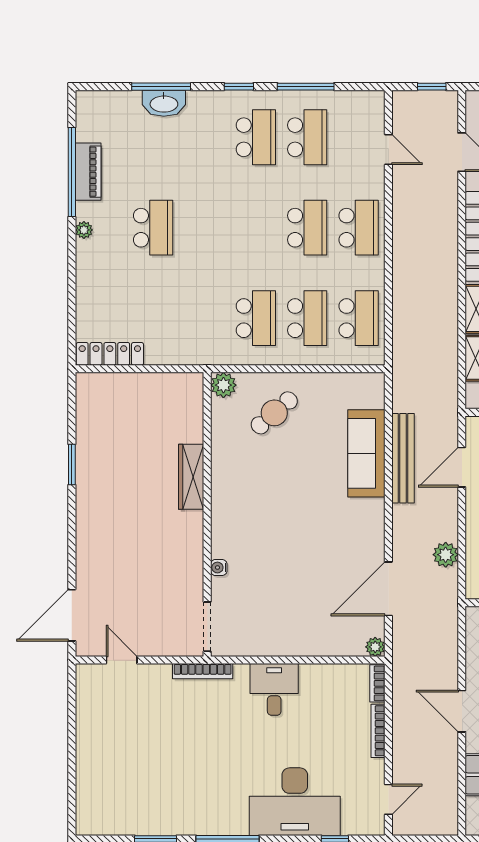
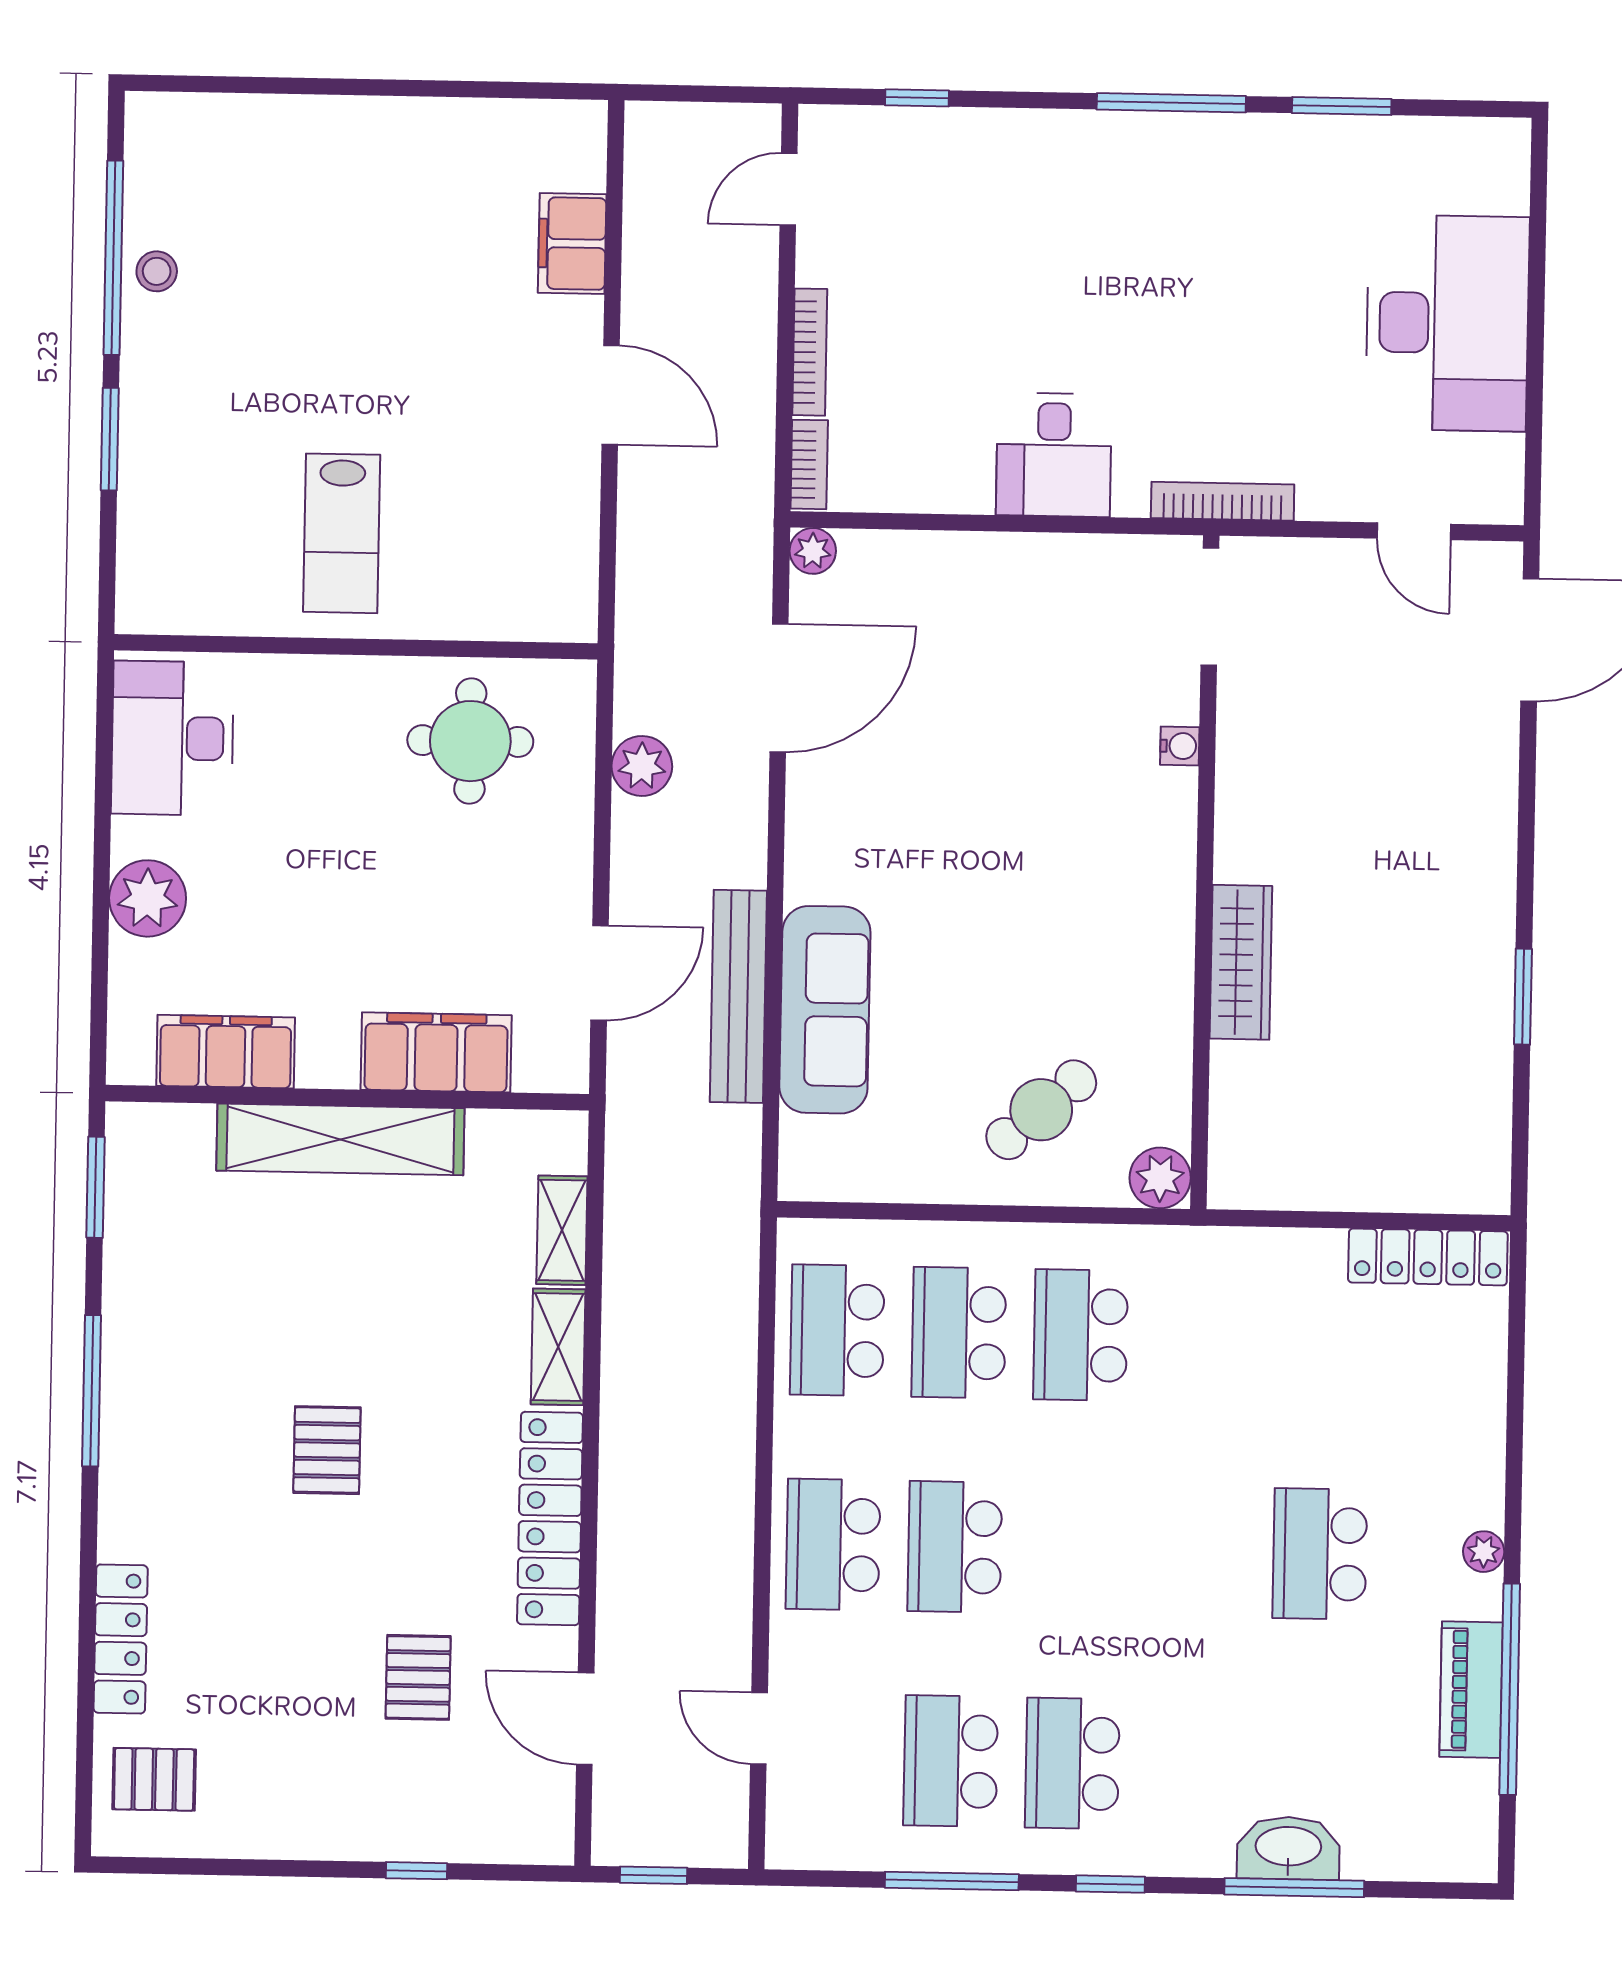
desk: (295, 802) -> (1447, 323), moved, turned 90

